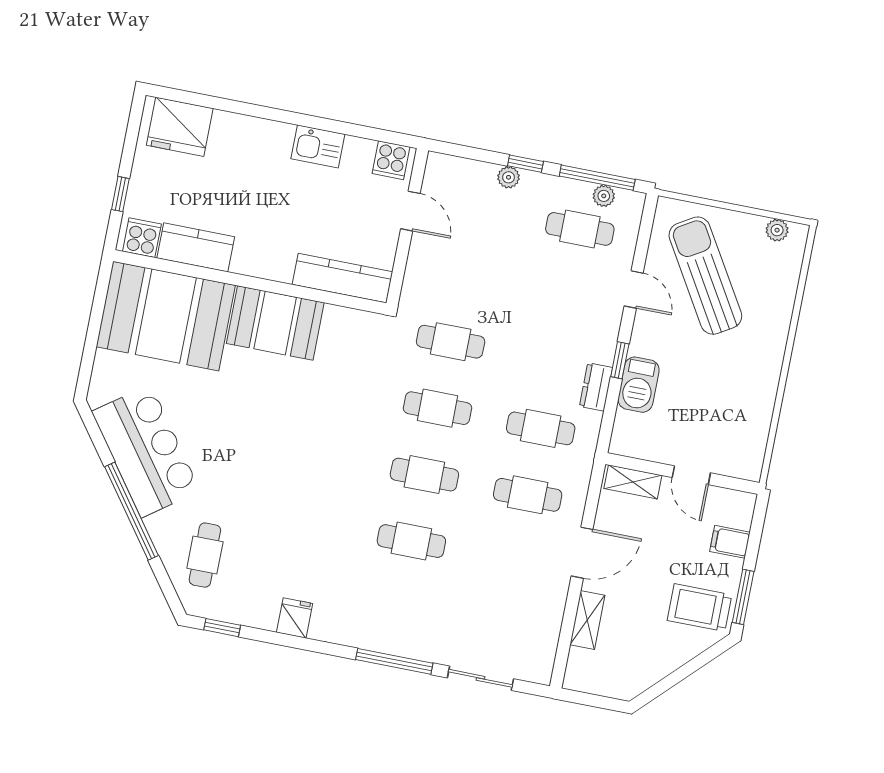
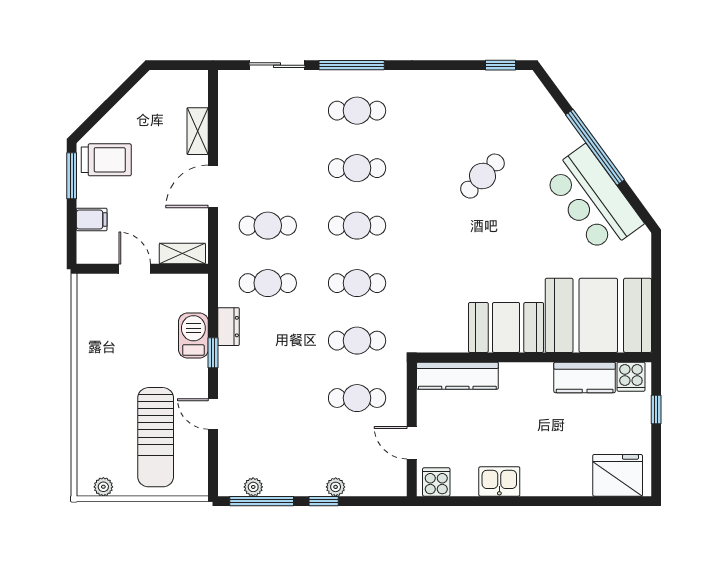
cafe table: (580, 229) -> (357, 398), moved
sun lounger: (705, 276) -> (156, 437), turned 31
cafe table: (205, 555) -> (482, 176), moved, turned 44
cafe table: (398, 608) -> (357, 111), added
fridge: (295, 618) -> (442, 85), removed

